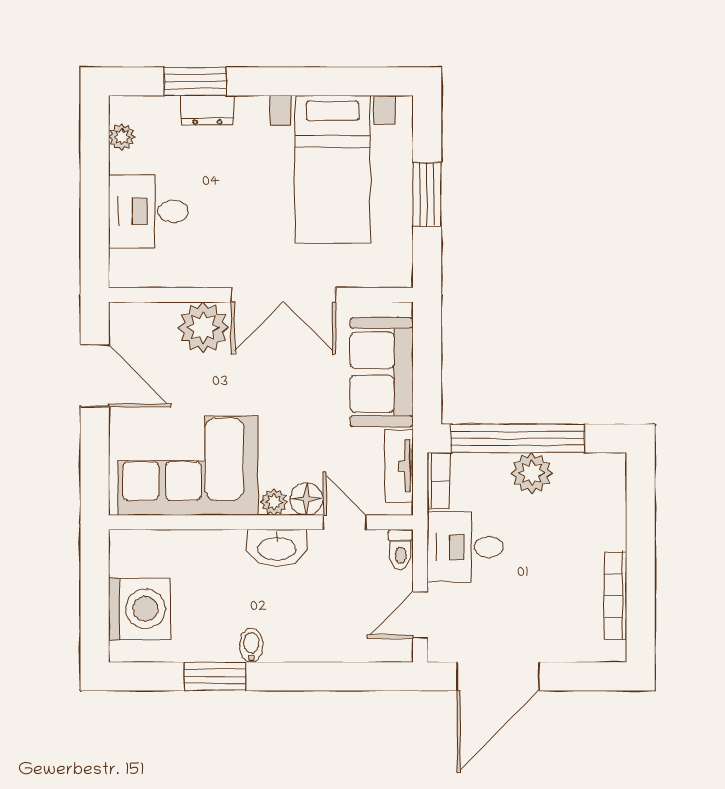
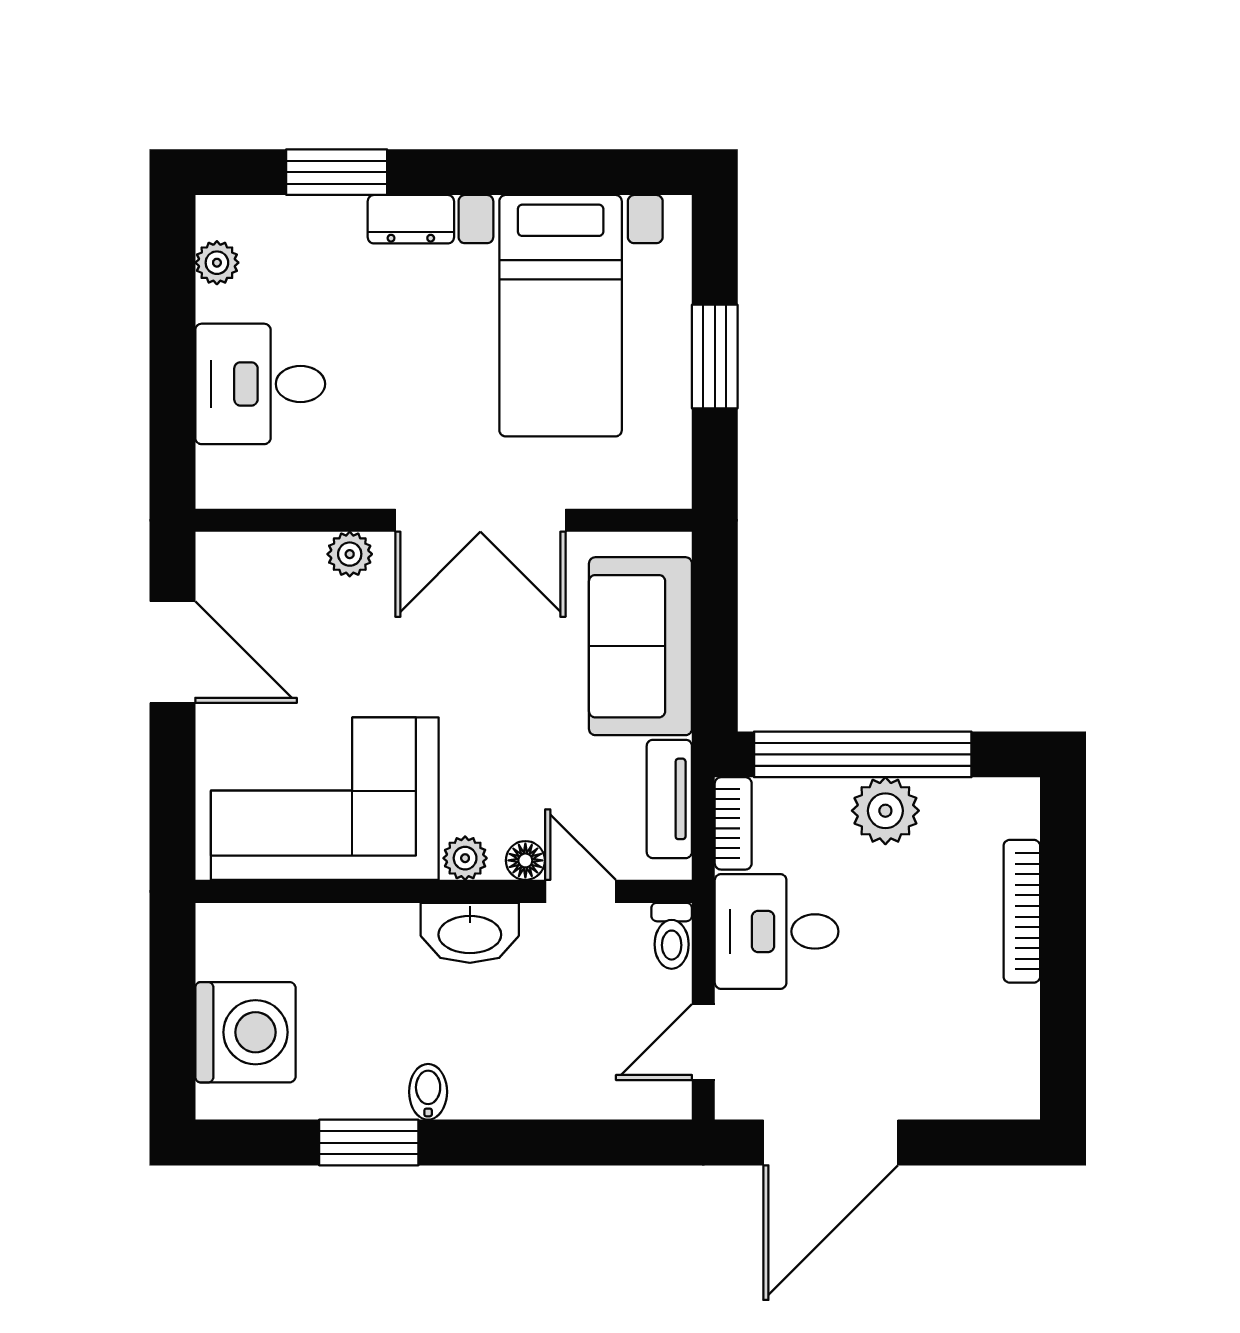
dresser: (207, 110) -> (411, 219), moved
plant: (203, 328) -> (350, 554), width x0.53, depth x0.53
floor lamp: (306, 499) -> (525, 860), width x0.73, depth x0.73
bookcase: (615, 596) -> (1022, 911), moved

